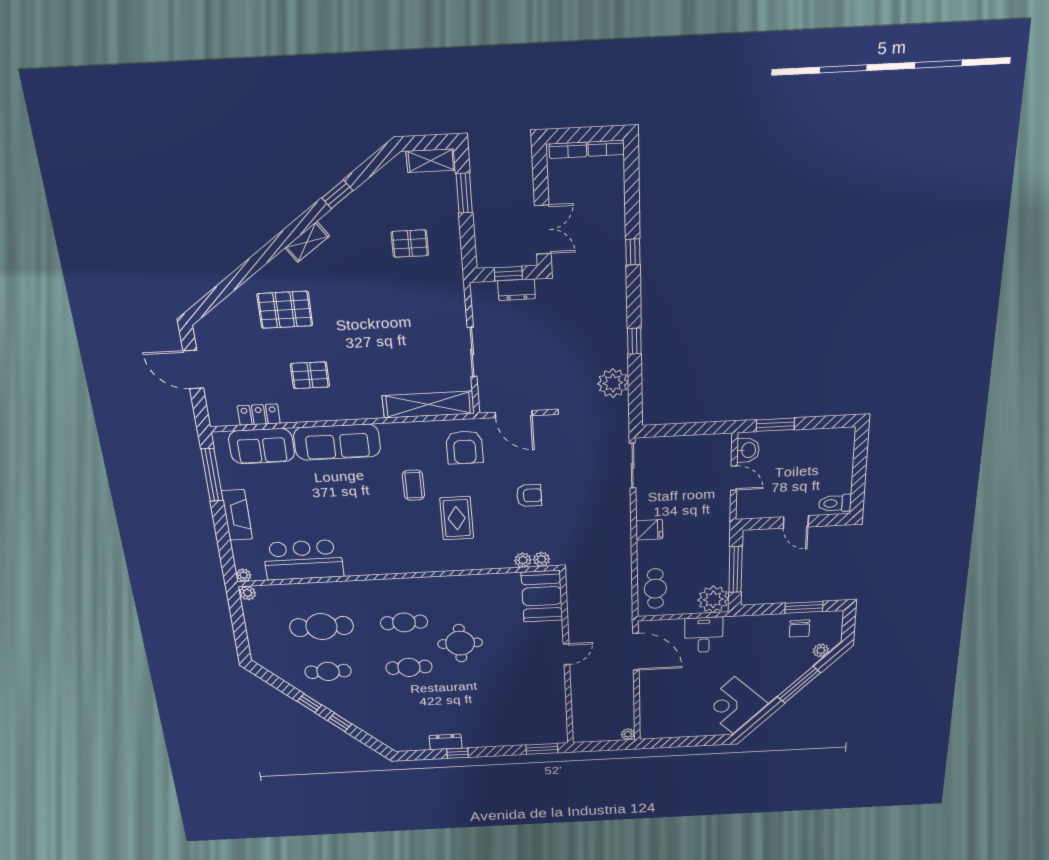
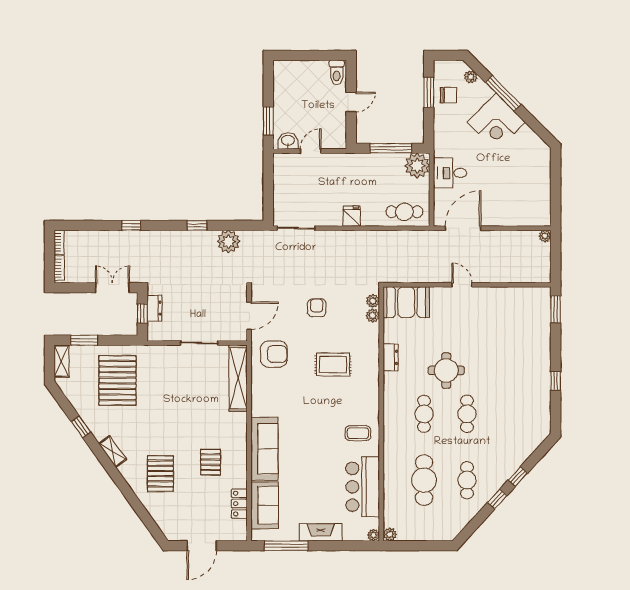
pallet: (410, 244) -> (117, 381), width x2.05, depth x2.00
coffee table: (413, 485) -> (358, 433), moved
corner desk: (734, 705) -> (496, 122), moved
dresser: (446, 742) -> (391, 357), moved, turned 180

